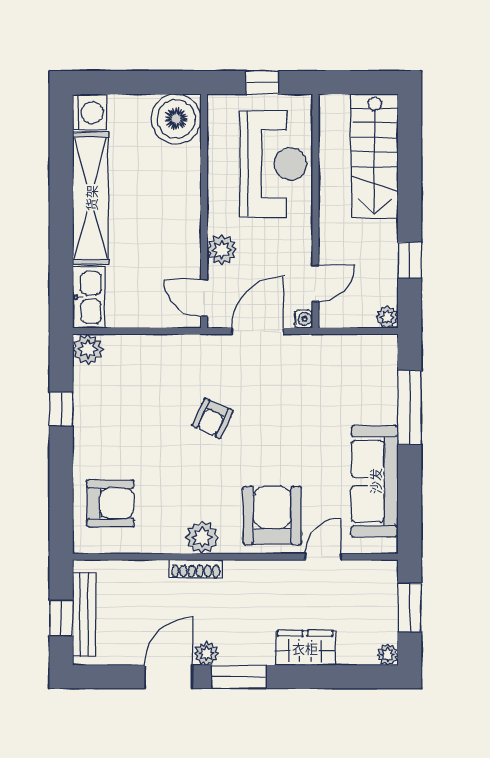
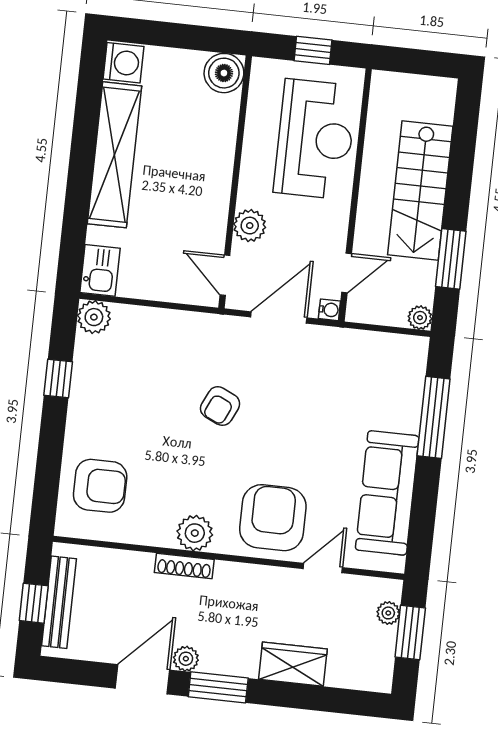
boiler: (176, 119) -> (224, 73), width x0.73, depth x0.73
stairs: (375, 156) -> (420, 191), moved
window: (410, 260) -> (451, 259), width x1.50
kitchen sink: (89, 297) -> (100, 270), width x0.73
plant: (388, 655) -> (388, 613), moved

